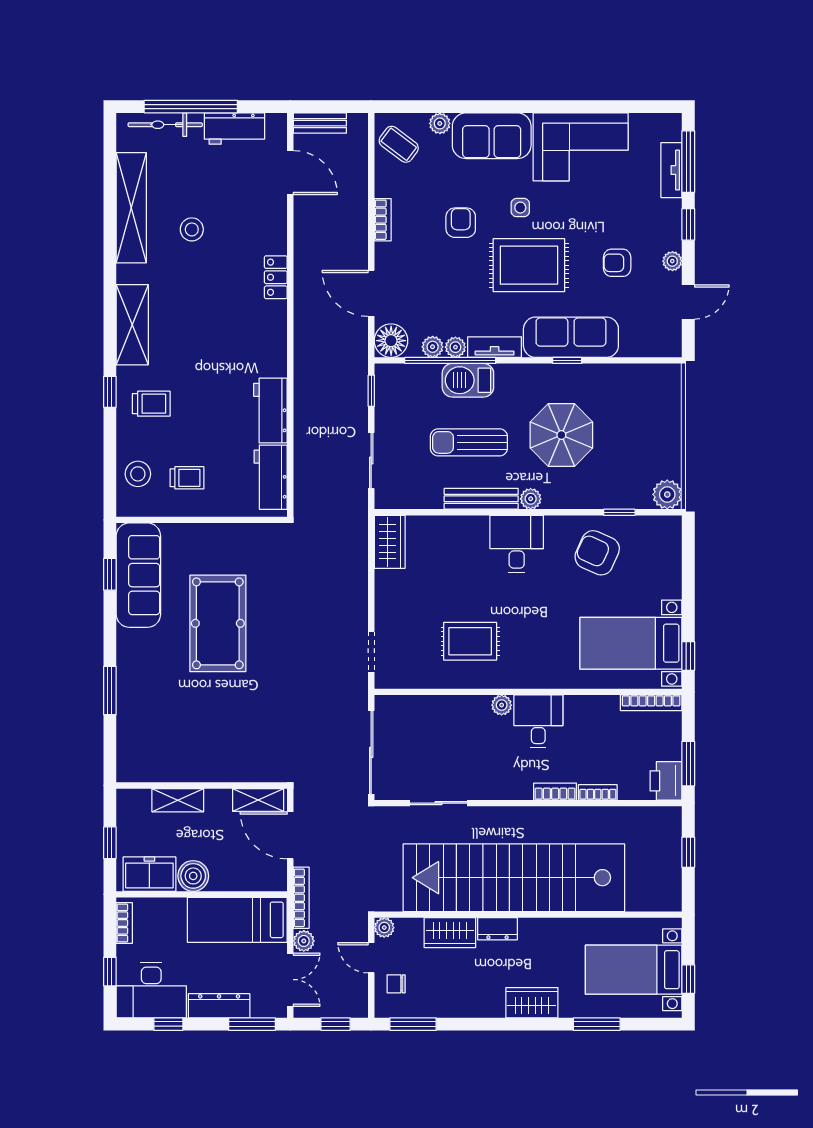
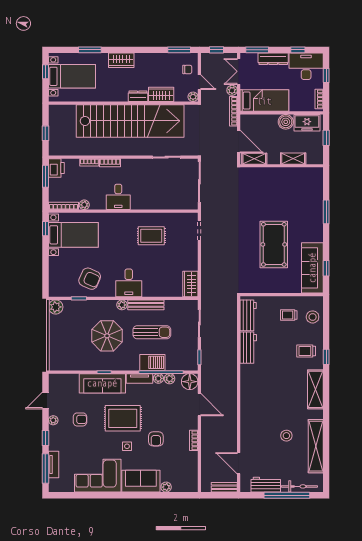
coffee table: (399, 144) -> (186, 477), removed
locker: (276, 277) -> (246, 412), removed
plant: (502, 705) -> (84, 205), moved

